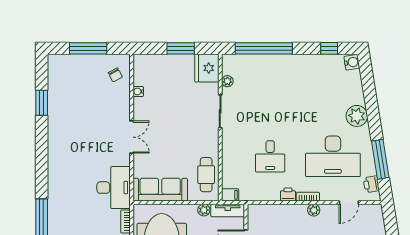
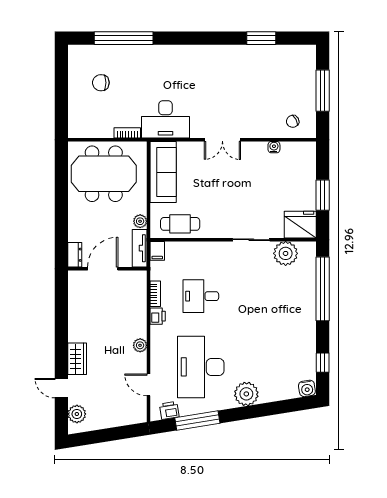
plant: (227, 81) -> (286, 253), width x1.88, depth x1.88
bookcase: (308, 197) -> (155, 294), moved

